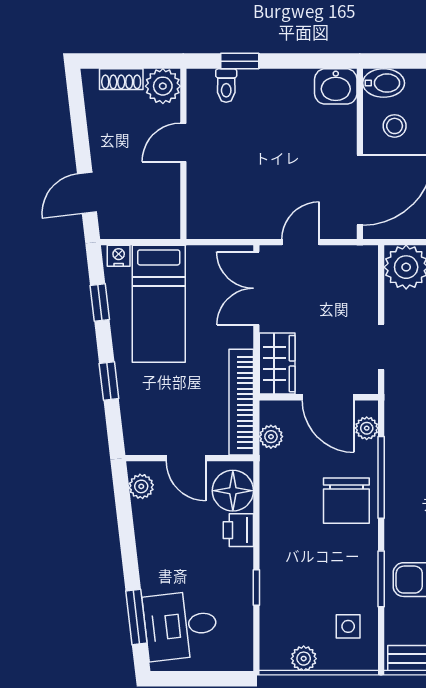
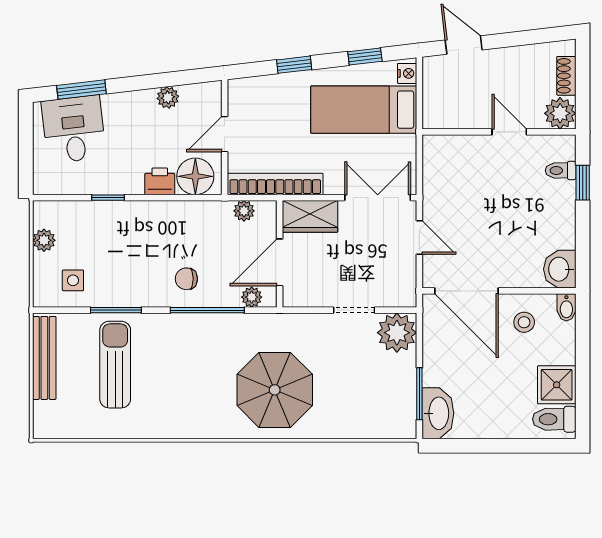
bidet: (384, 83) -> (566, 307), width x0.72, depth x0.74
doorway: (381, 347) -> (354, 310), moved
plant: (141, 486) -> (168, 97), moved
chair: (346, 501) -> (186, 279), width x0.54, depth x0.54

